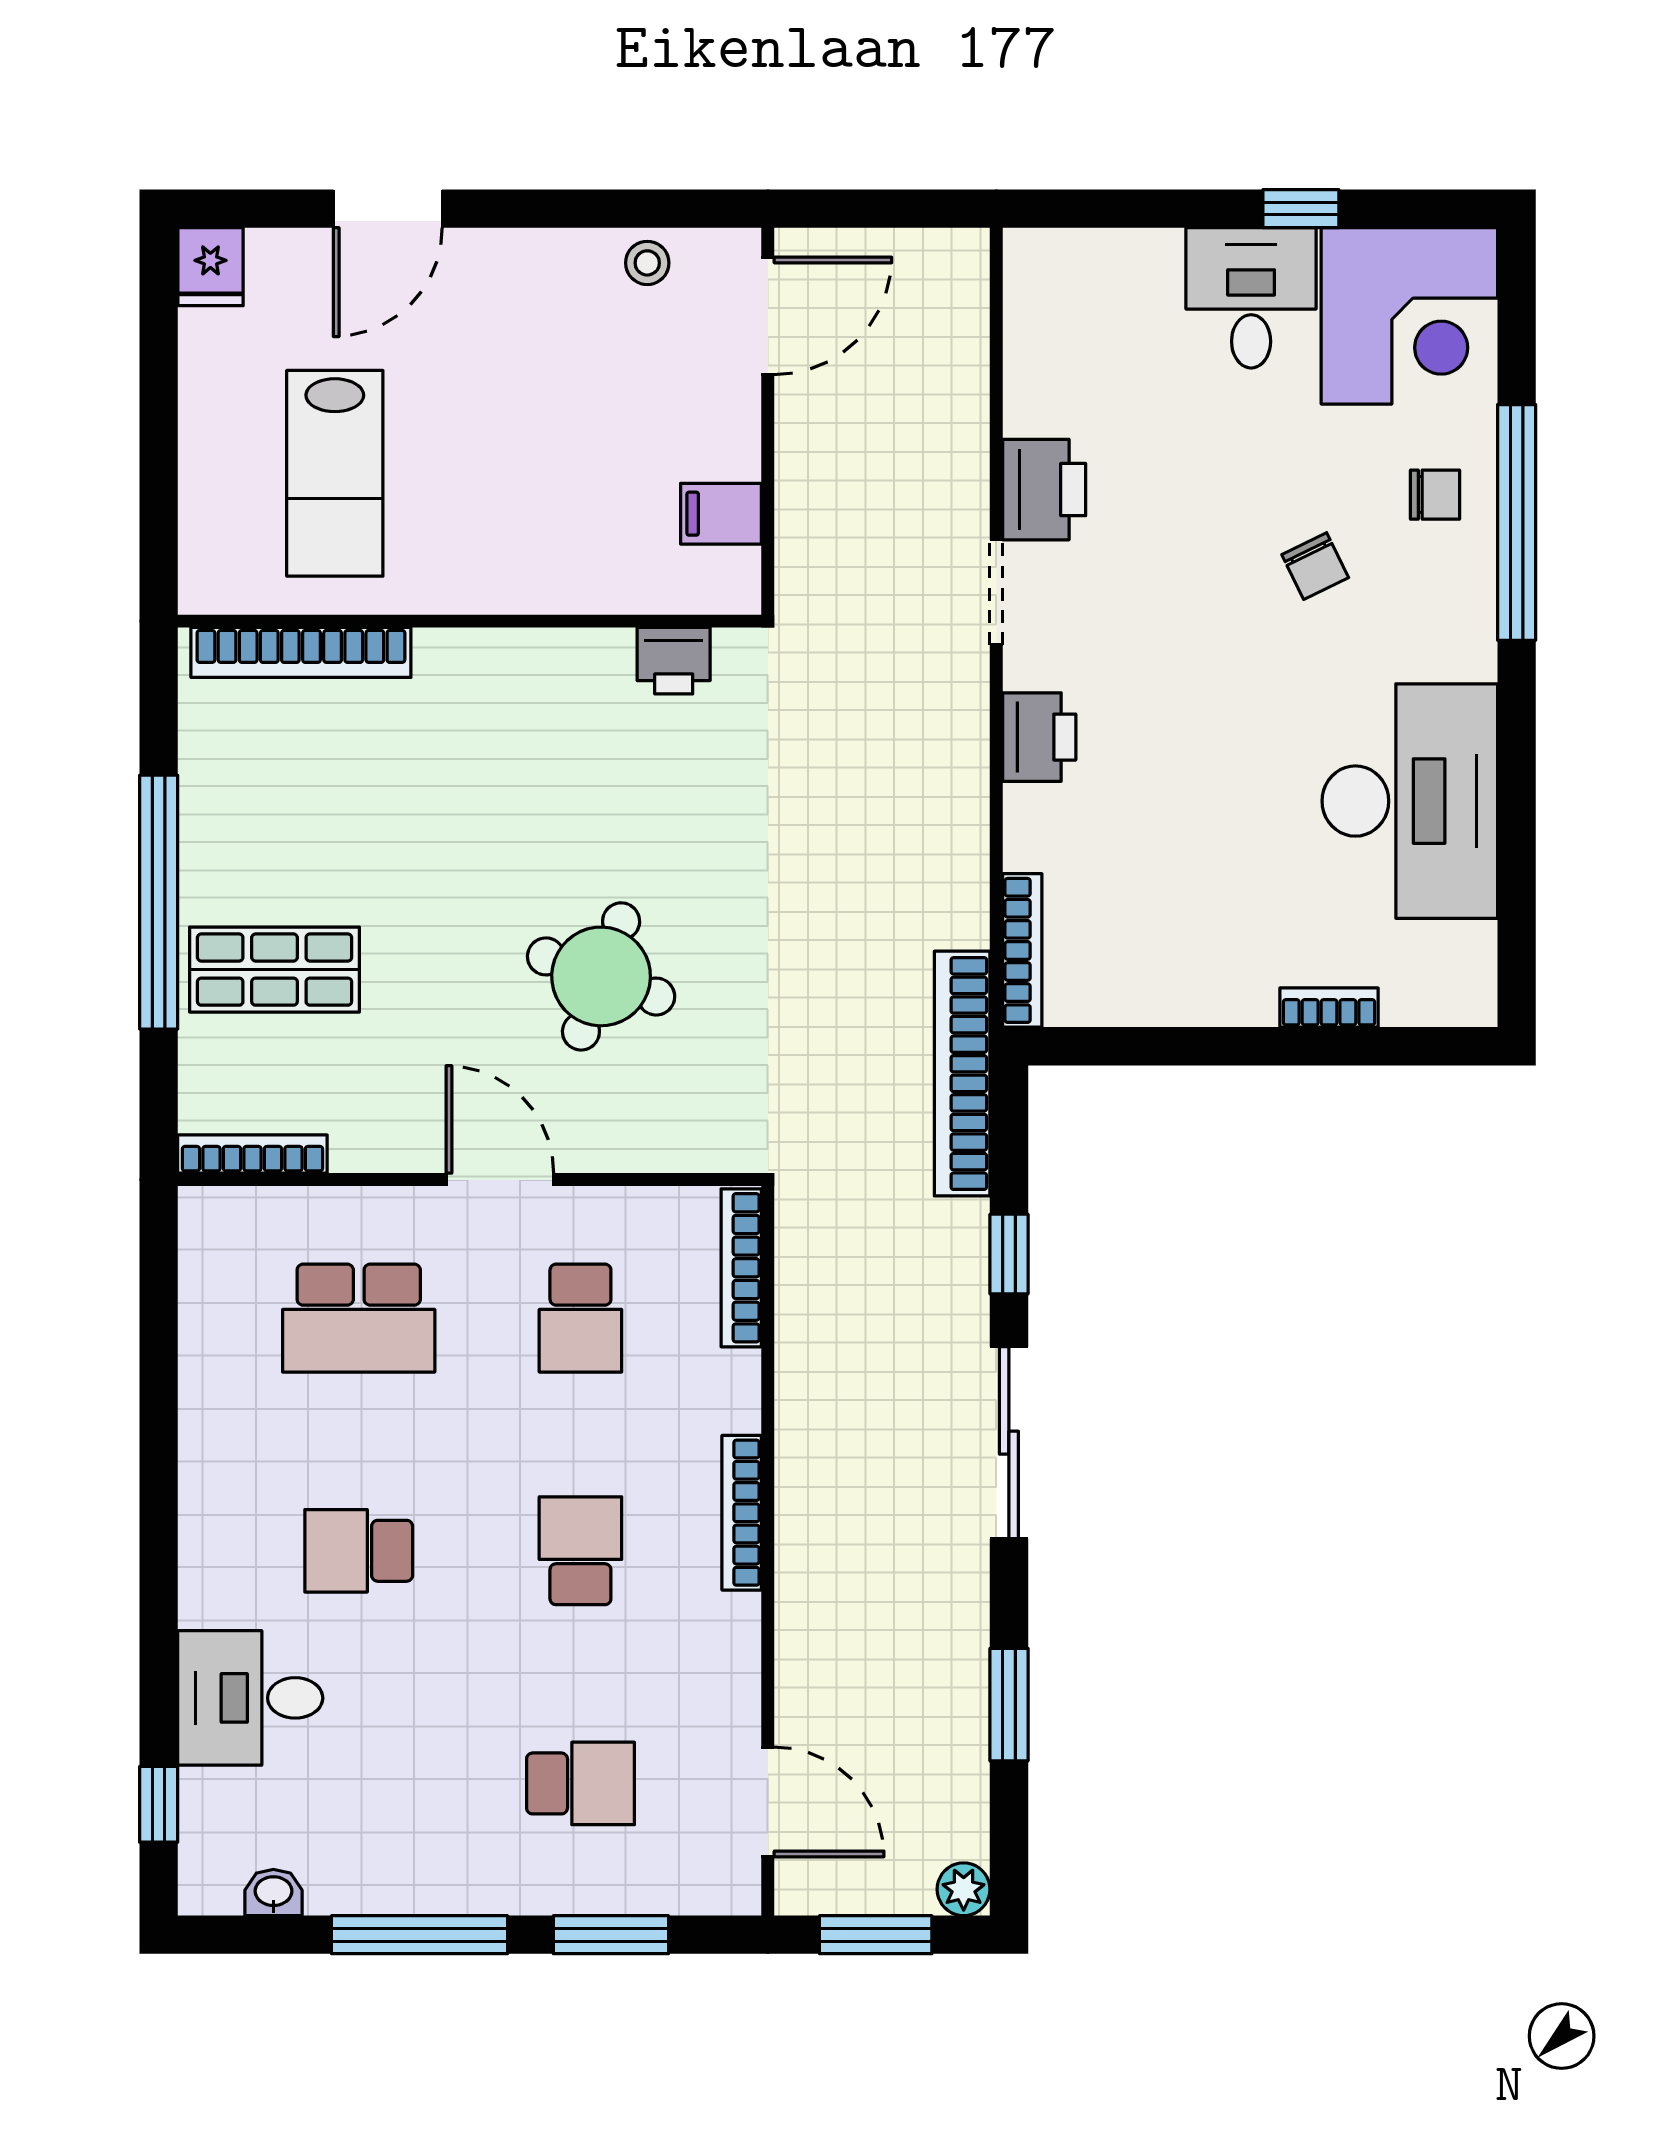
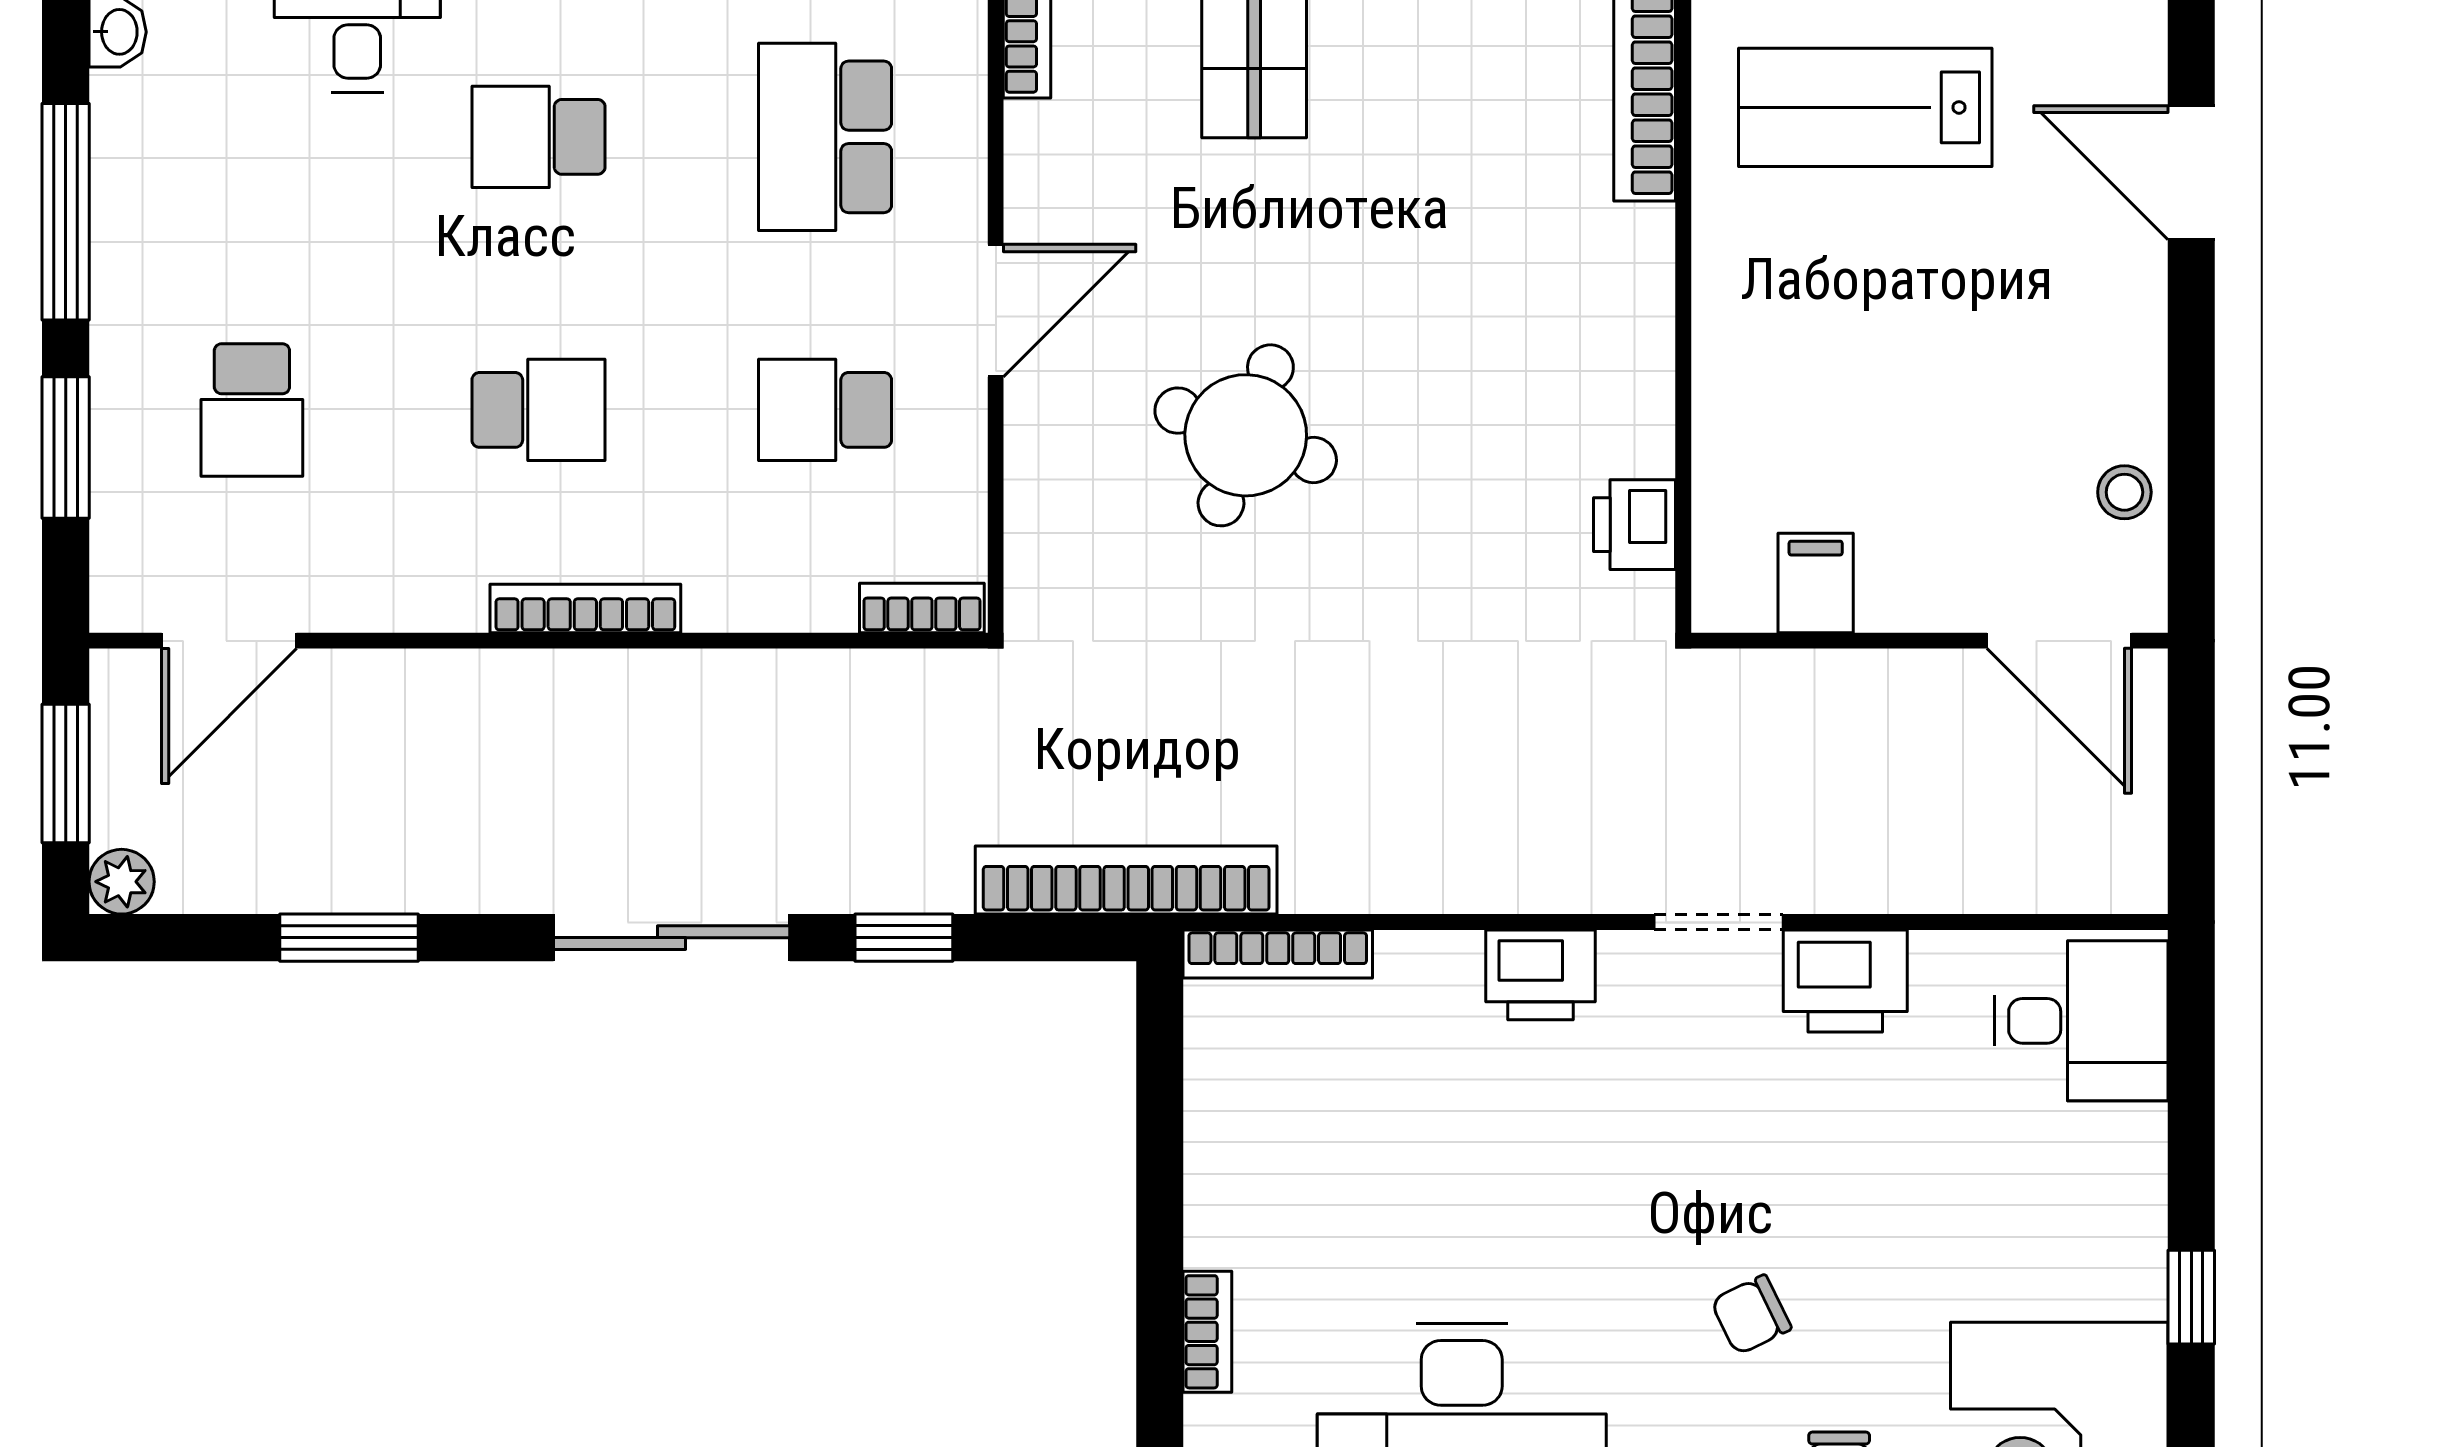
desk: (1251, 298) -> (2081, 1021), moved
bookcase: (741, 1268) -> (922, 608), width x0.64
school desk: (359, 1551) -> (538, 137), turned -90

